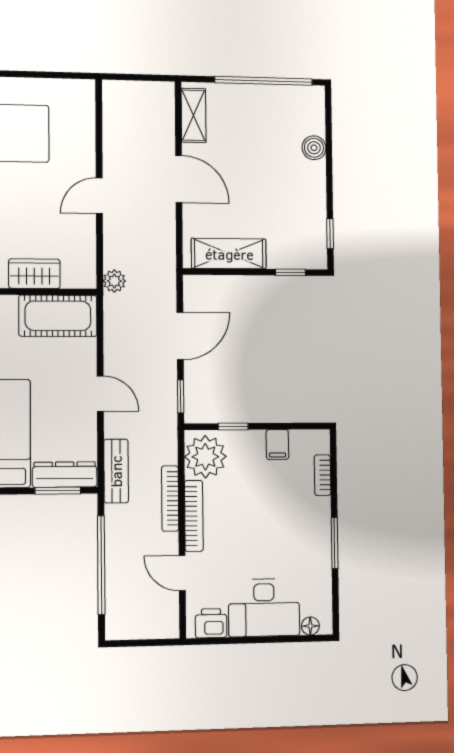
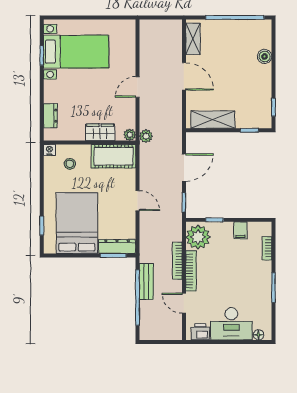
plant: (86, 278) -> (130, 135), added
bench: (116, 471) -> (146, 282), moved

